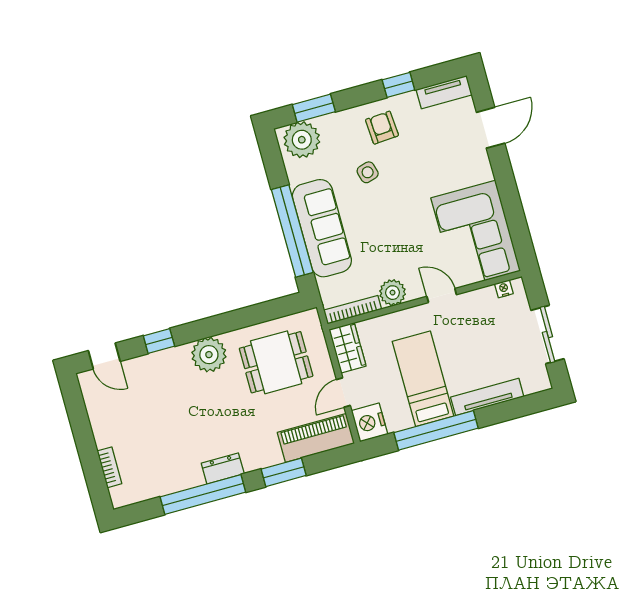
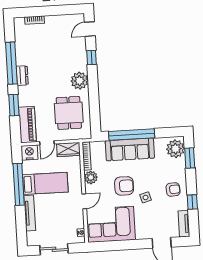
side table: (368, 172) -> (146, 197), moved
armchair: (395, 224) -> (124, 186), added
door: (343, 392) -> (47, 143), swing flipped

